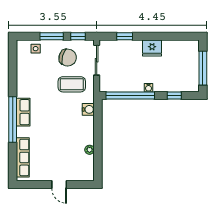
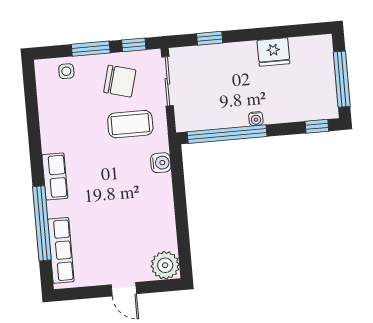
fridge: (152, 48) -> (273, 52), moved
window: (174, 96) -> (317, 126), moved
window: (13, 120) -> (42, 223), moved
plant: (90, 150) -> (165, 265), moved, width x1.87, depth x1.87

